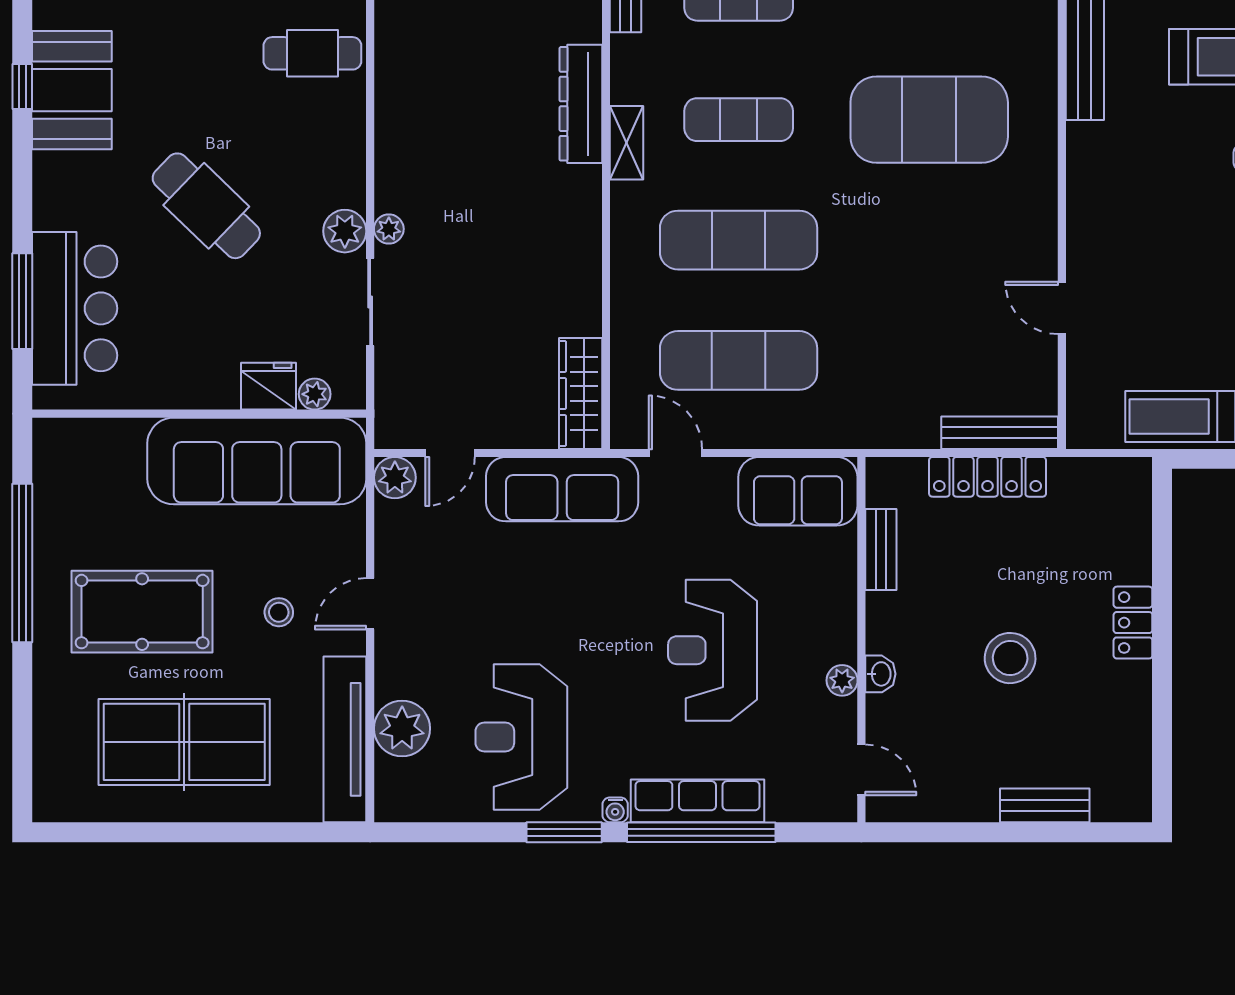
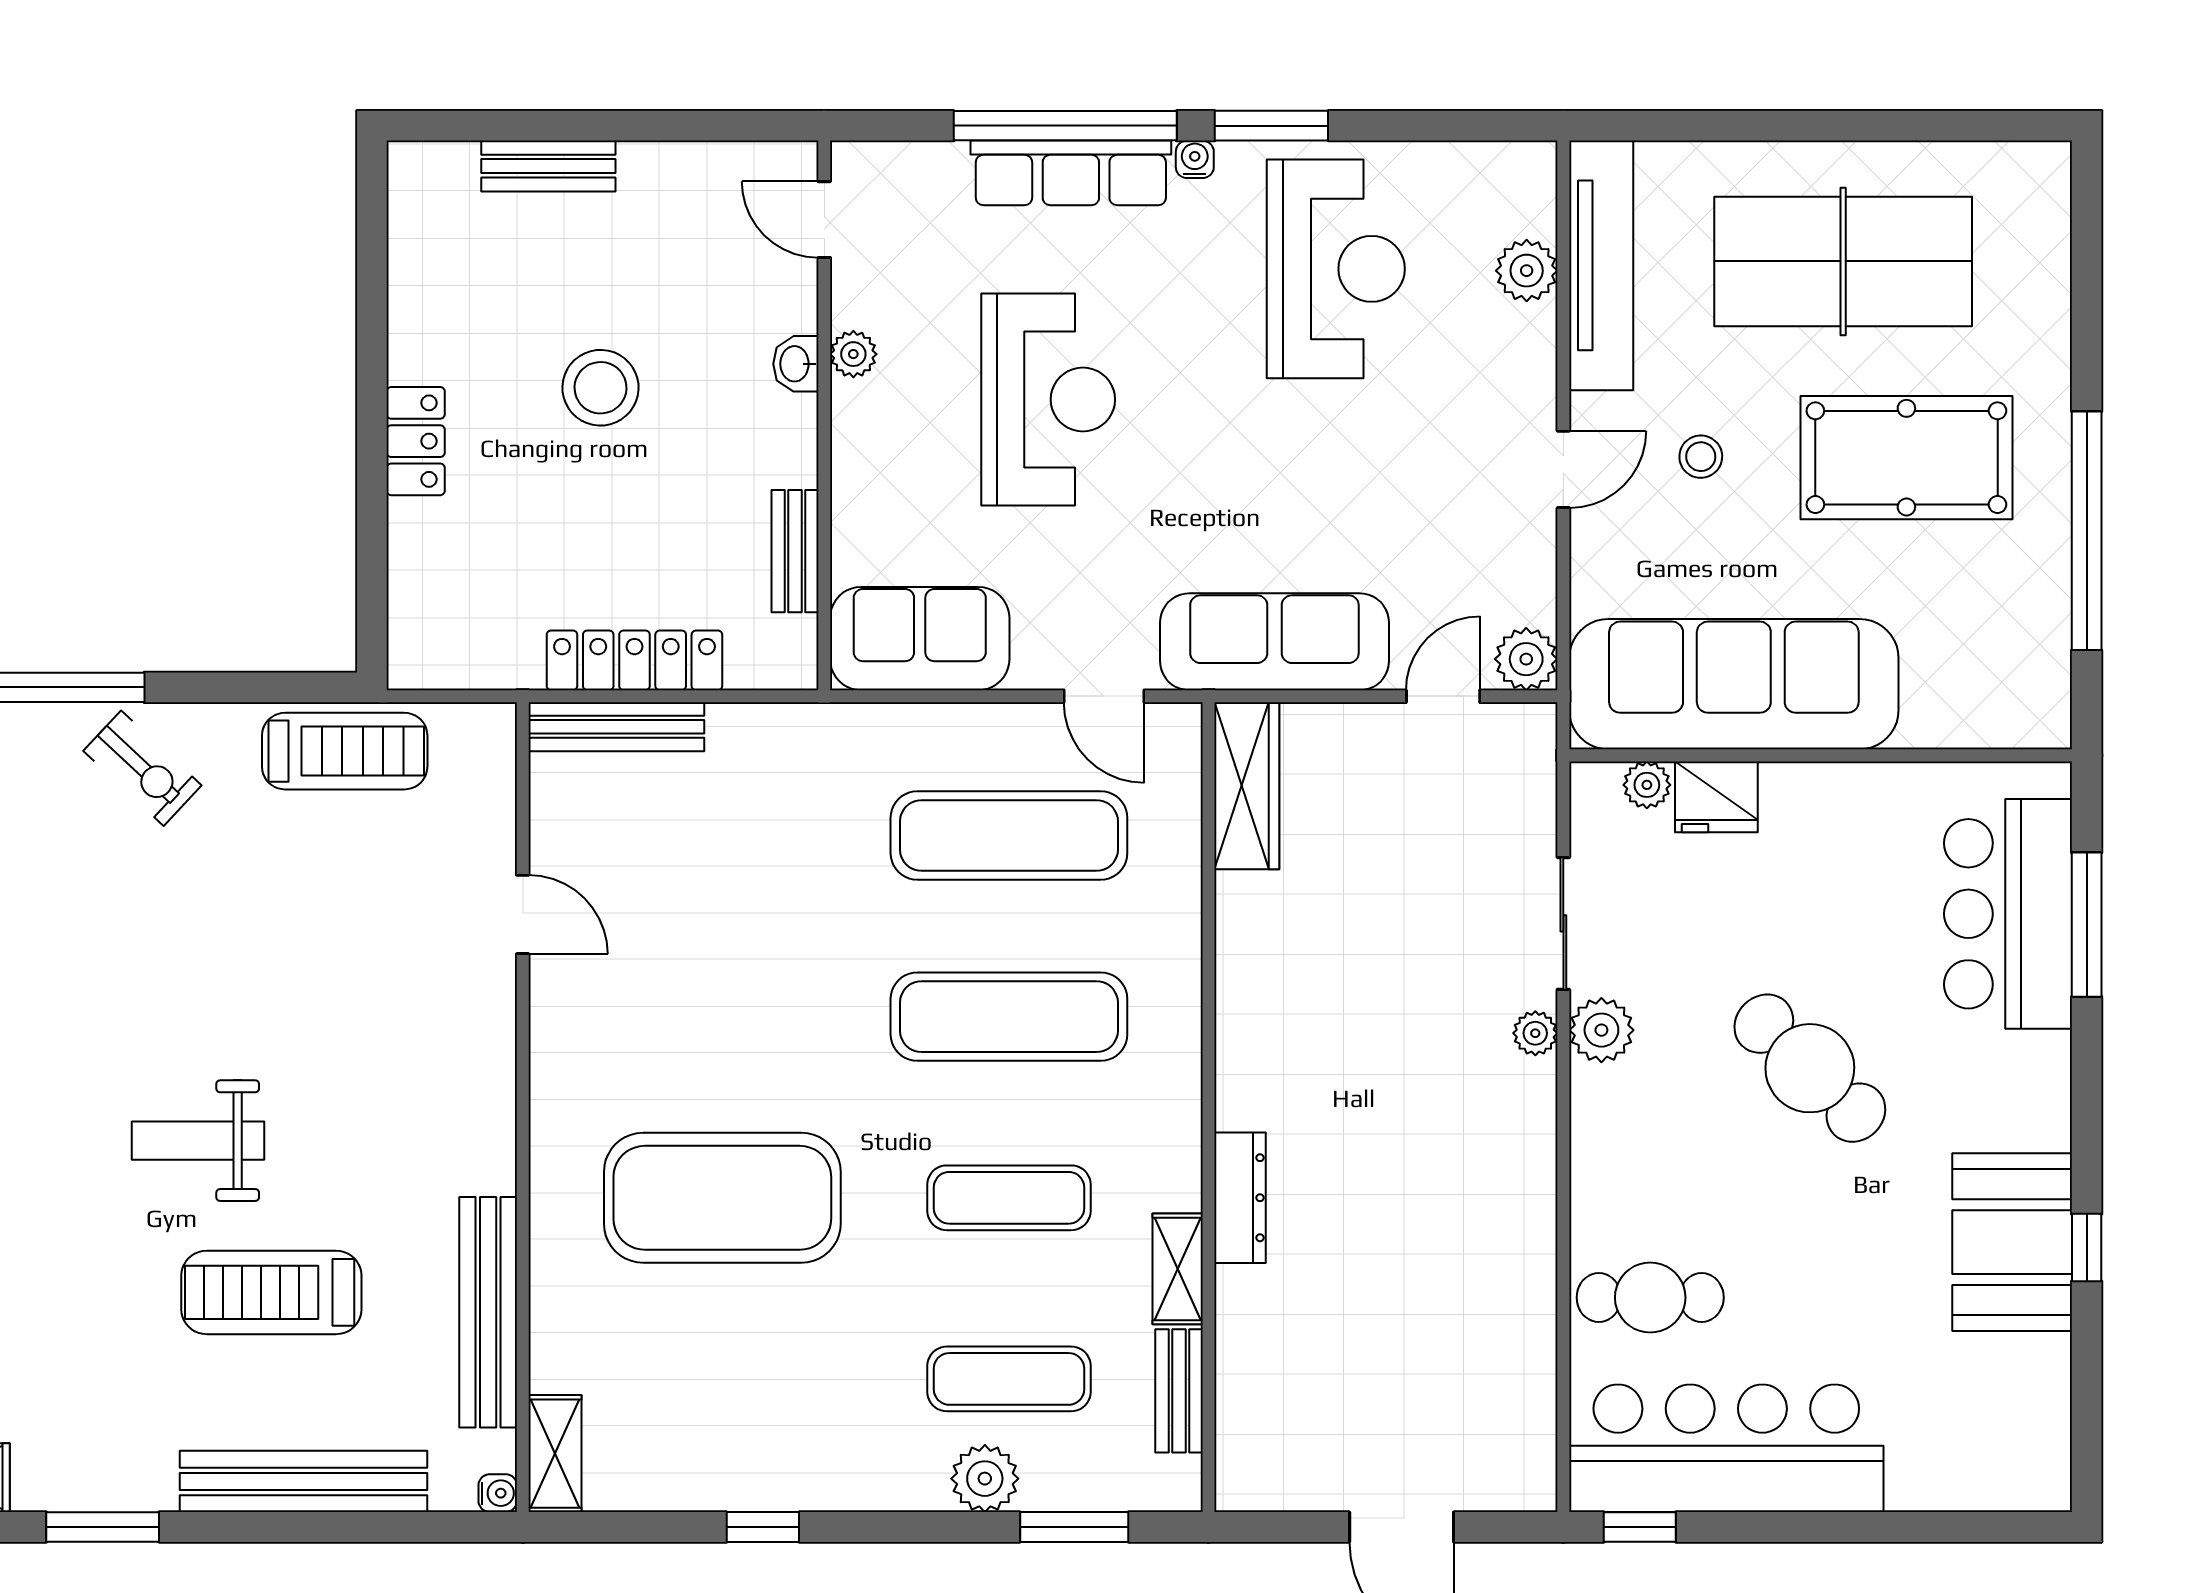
dresser: (581, 104) -> (1240, 1198), width x0.73, depth x0.80
shelving: (626, 143) -> (1178, 1269), moved
plant: (402, 728) -> (1527, 271), width x0.73, depth x0.73

